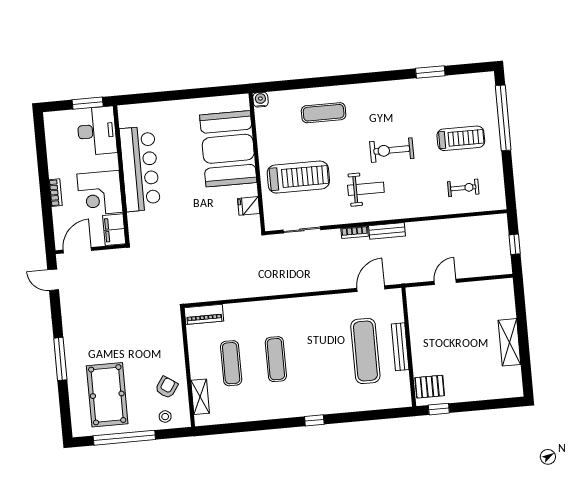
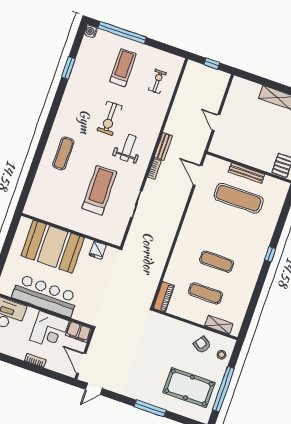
water cooler: (261, 100) -> (91, 31), moved
booth: (228, 149) -> (53, 247), moved
wall: (257, 162) -> (71, 231), moved
fridge: (249, 206) -> (98, 250), moved

